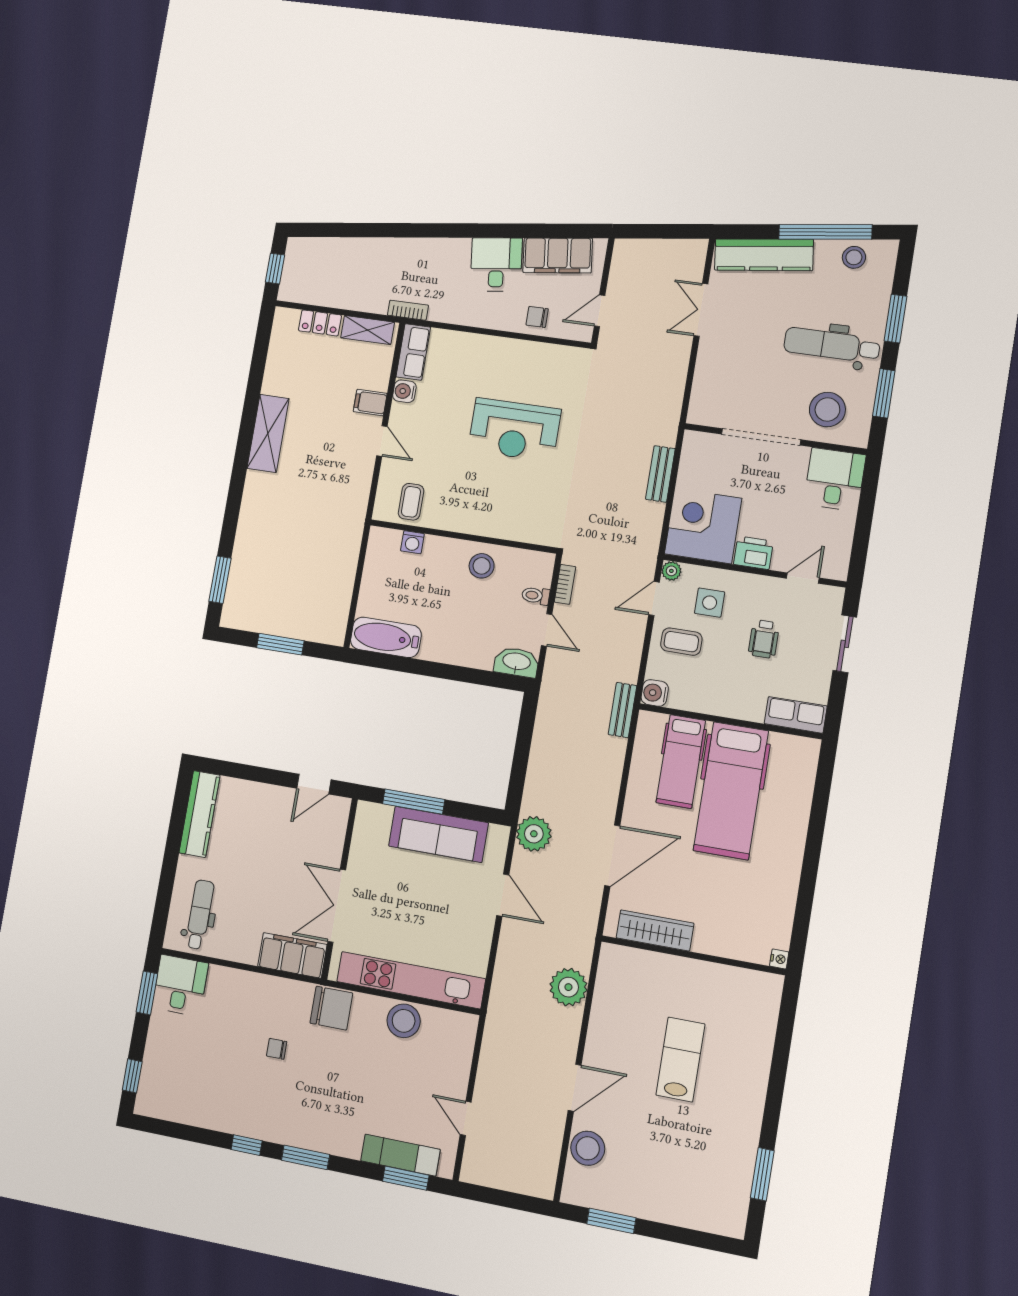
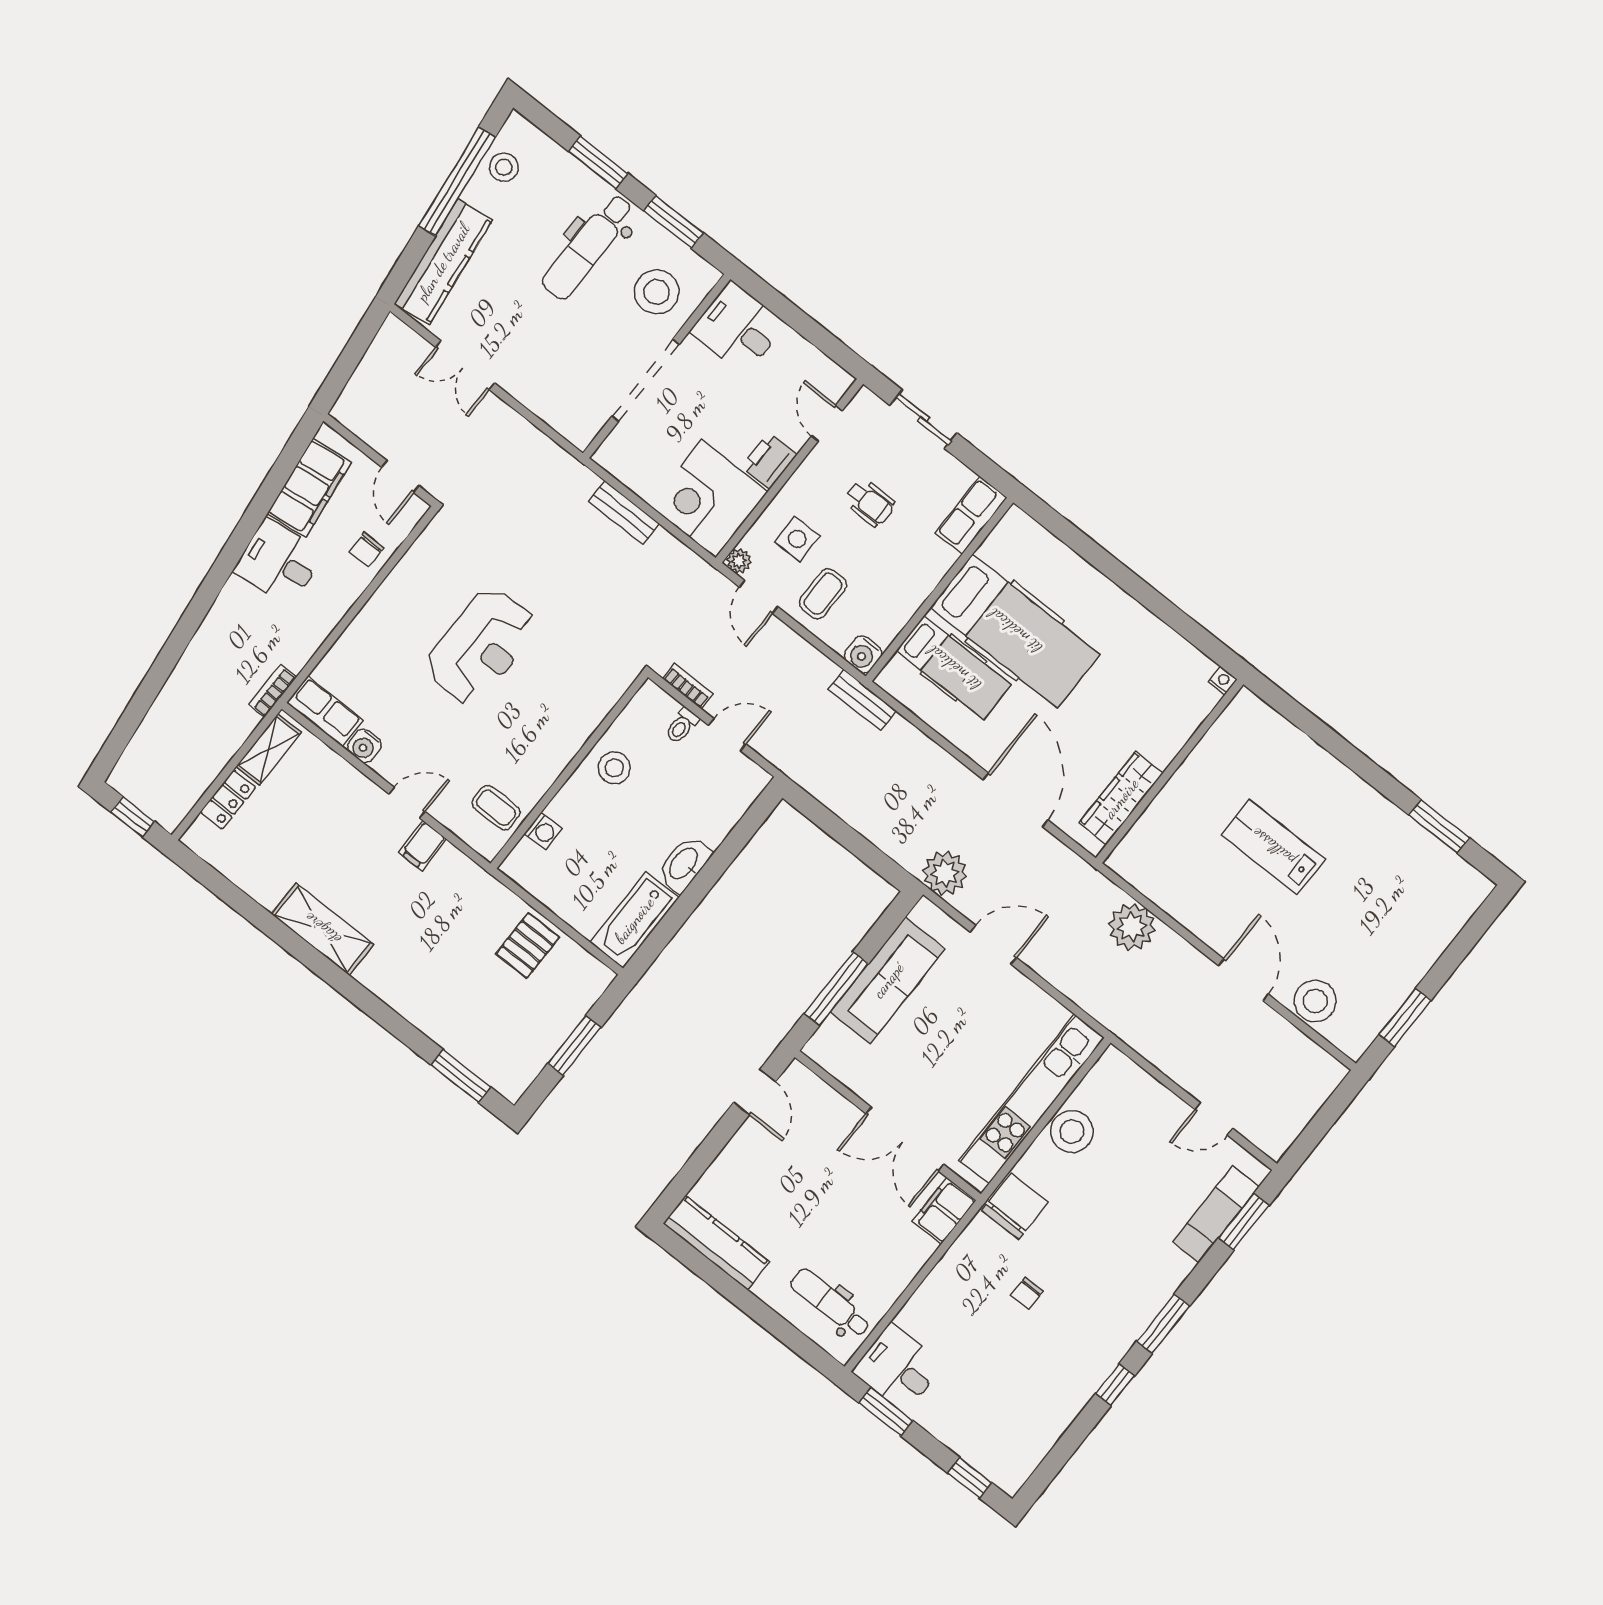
filing cabinet: (370, 403) -> (423, 846), moved
pallet: (330, 575) -> (528, 945), added
washbasin: (516, 662) -> (684, 864), moved
filing cabinet: (292, 955) -> (944, 1211), width x0.67, depth x0.86

